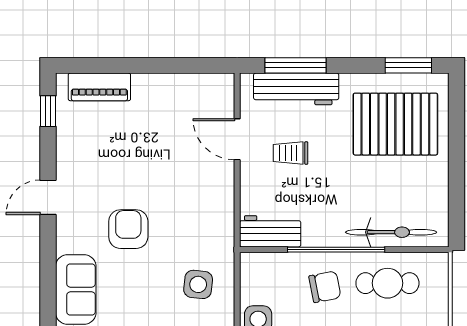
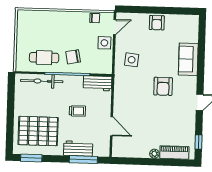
plant: (143, 83) -> (154, 154), added
workbench: (296, 89) -> (78, 149), width x0.73
trolley: (291, 153) -> (77, 111), moved

